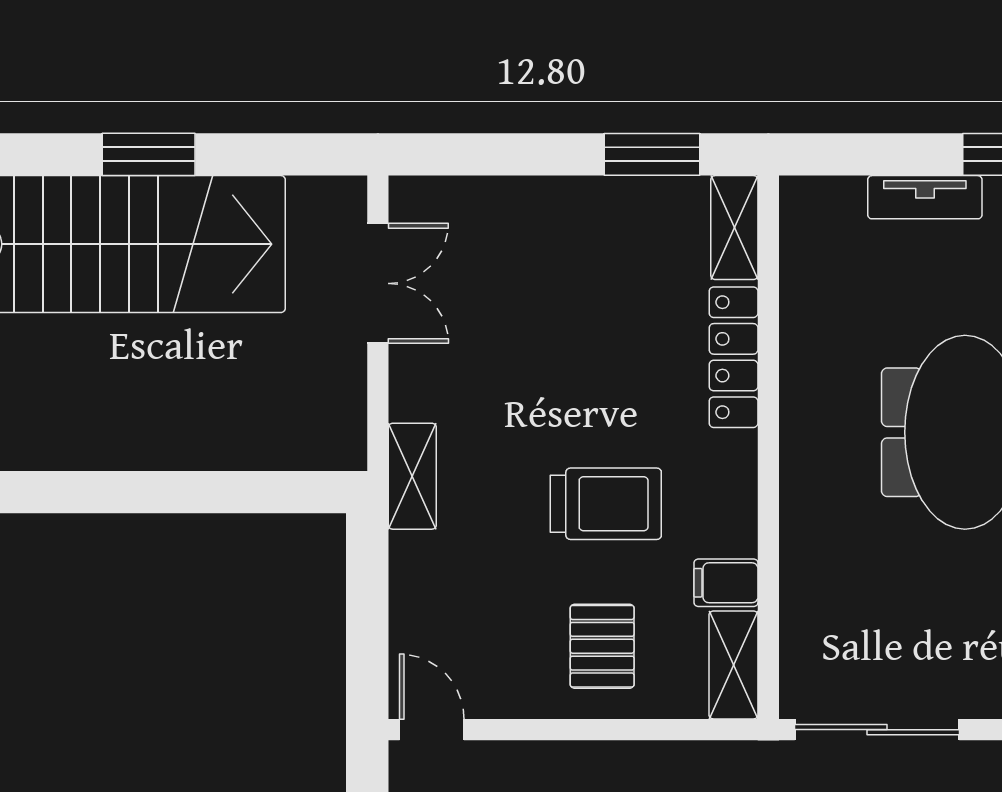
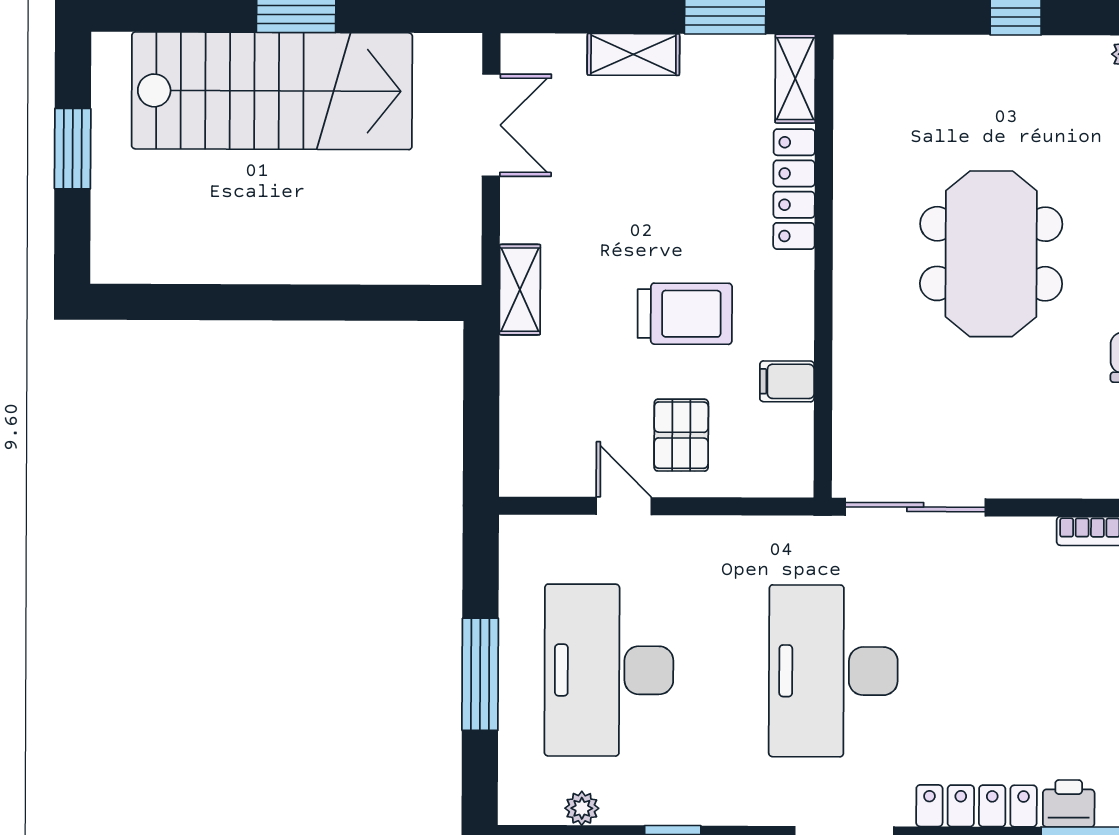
tv unit: (925, 197) -> (958, 53), removed
shelving: (733, 665) -> (633, 54), moved, turned 90
door: (432, 730) -> (624, 506), moved

